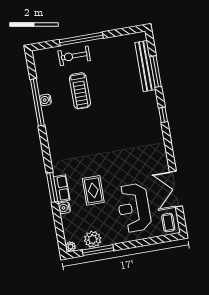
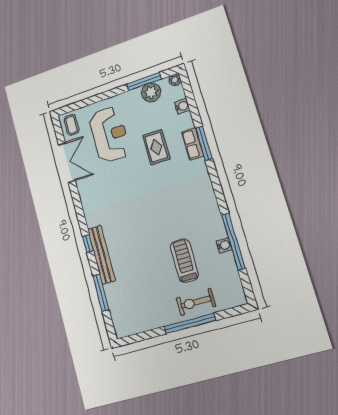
exercise bike: (74, 56) -> (196, 302), turned 180
bench: (145, 66) -> (101, 255), moved
water cooler: (64, 208) -> (182, 106), moved

